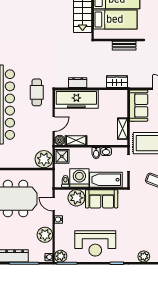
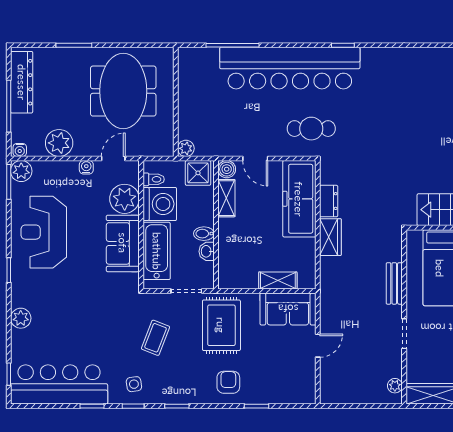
wardrobe: (117, 82) -> (330, 237), moved
shelving: (123, 129) -> (278, 280), moved
plant: (44, 159) -> (186, 148), width x0.53, depth x0.53

